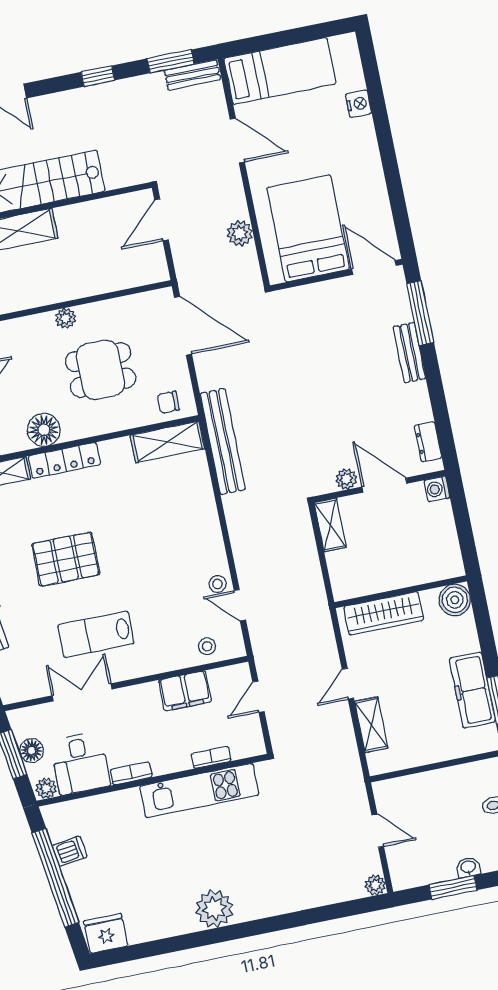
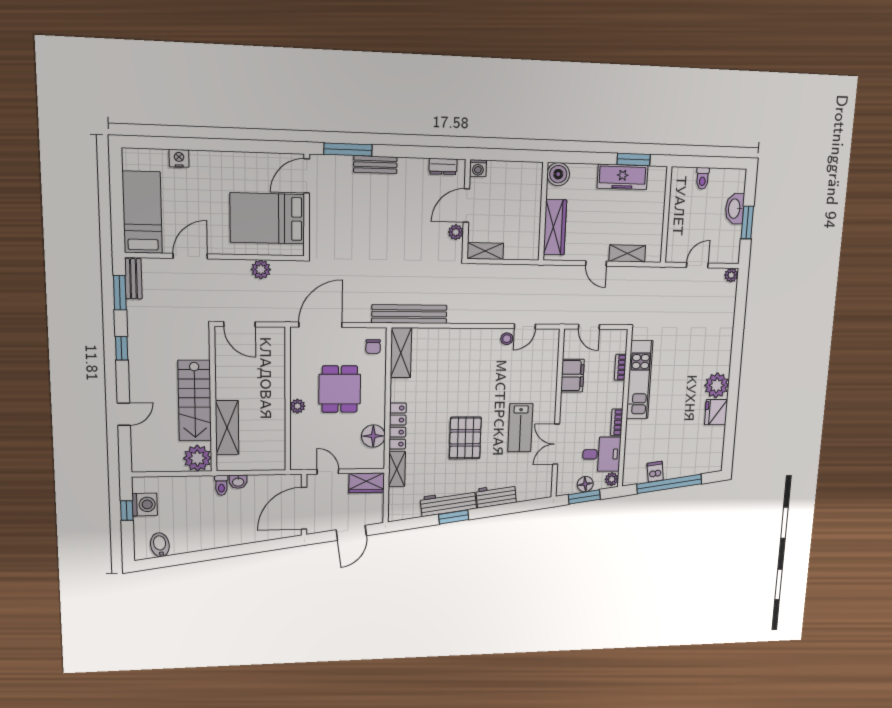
stool: (207, 646) -> (547, 355), removed
washbasin: (468, 867) -> (735, 209), width x1.91, depth x1.45
fridge: (106, 933) -> (716, 412), moved

